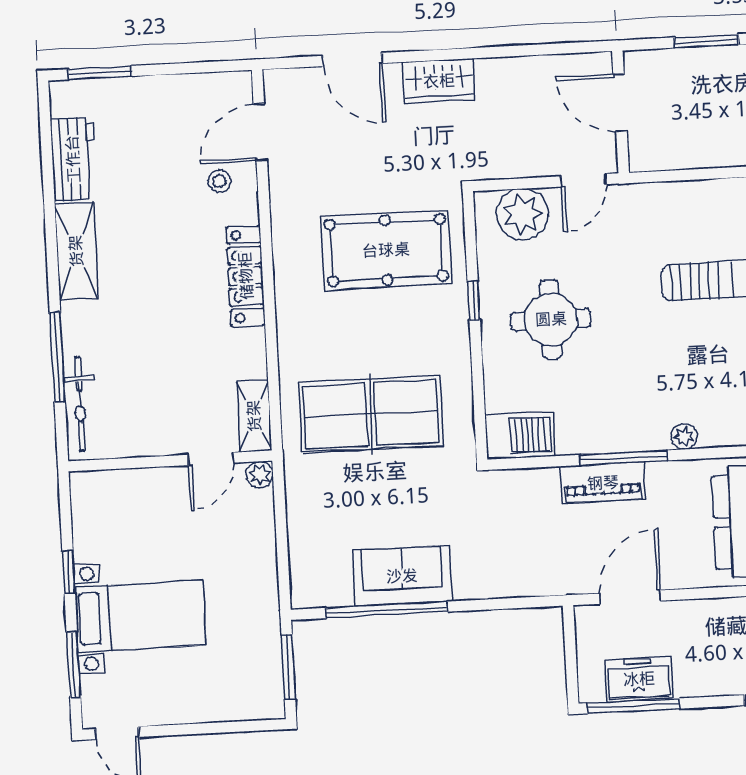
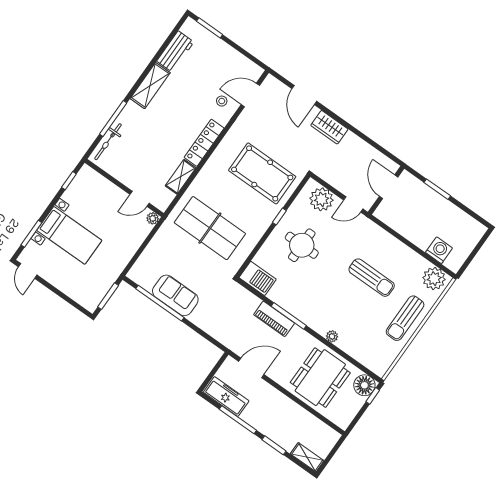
shelving: (254, 416) -> (181, 177), moved
plant: (684, 436) -> (332, 336), moved
window: (69, 572) -> (69, 181), moved
freezer: (639, 679) -> (226, 397), width x1.40
window: (634, 706) -> (238, 420), moved

